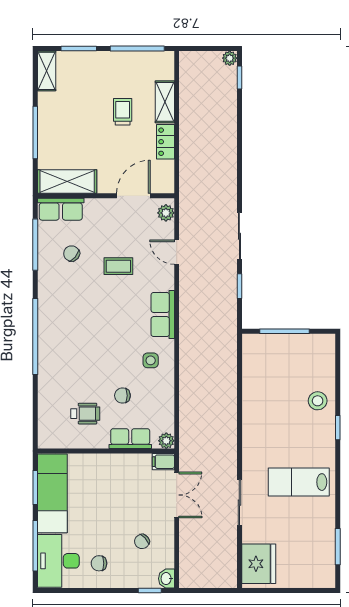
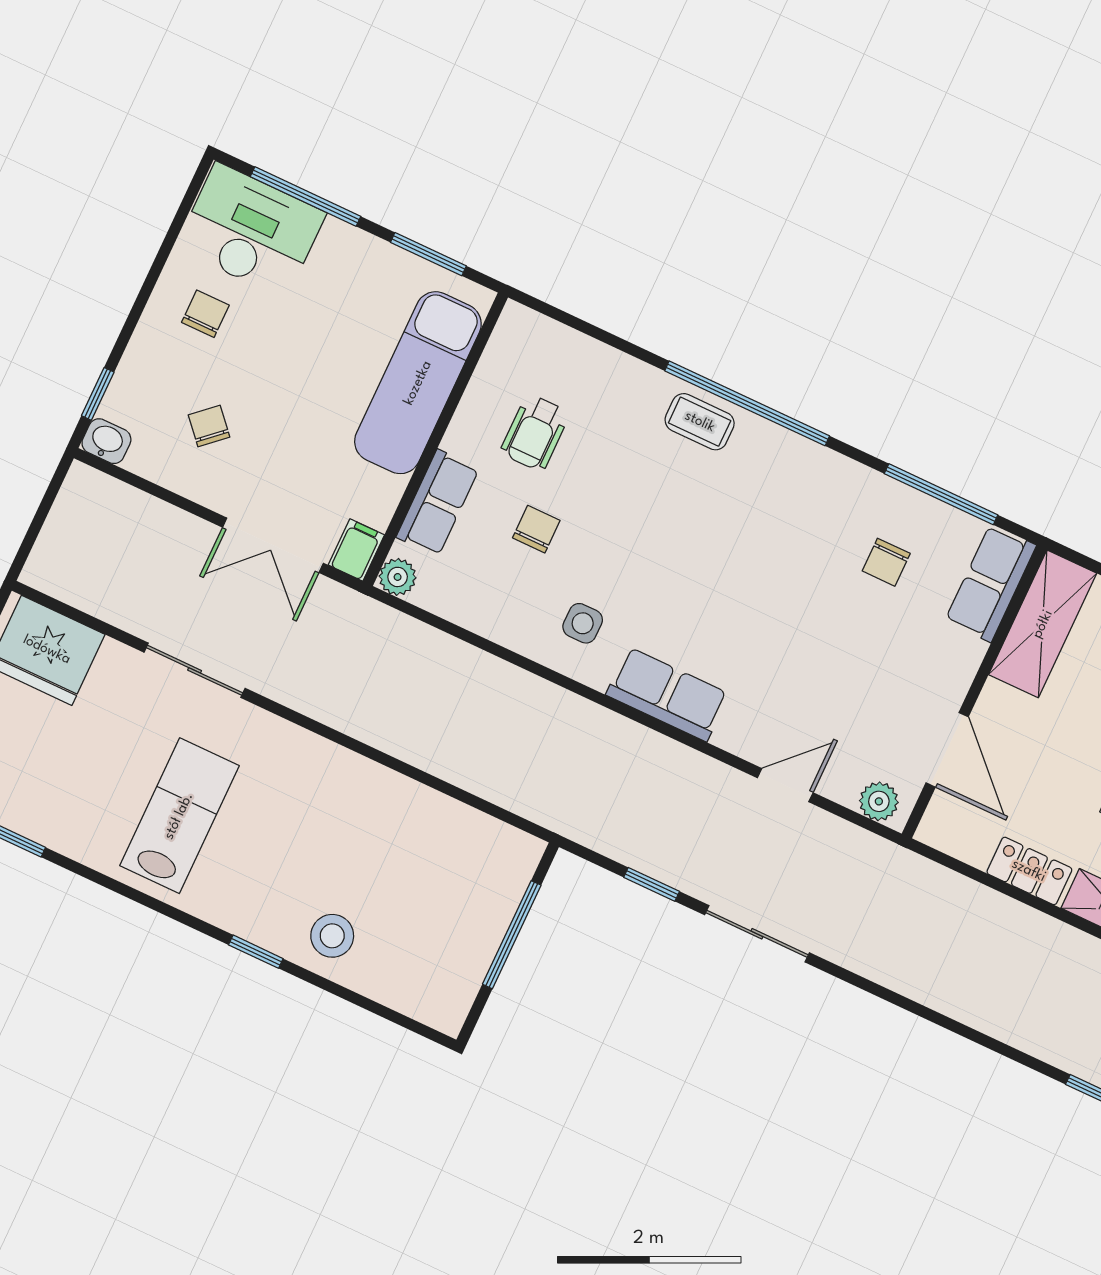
chair: (72, 254) -> (886, 562), turned 140
coffee table: (118, 266) -> (700, 422), moved, turned 90
exam couch: (52, 493) -> (418, 383), moved, turned 90

